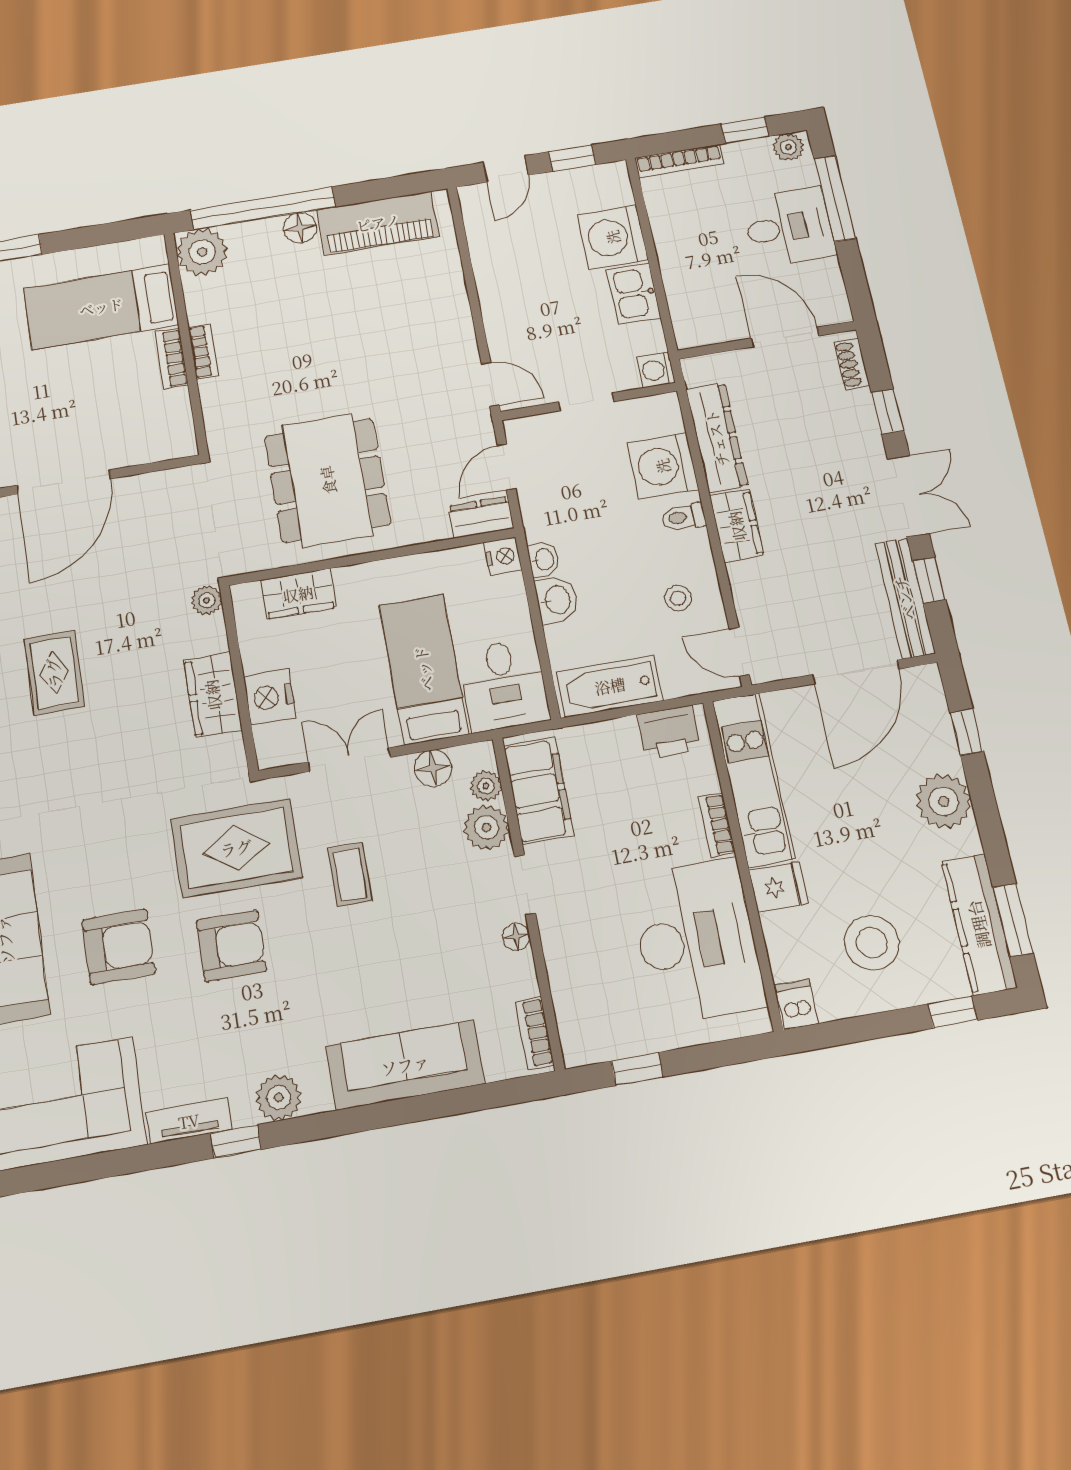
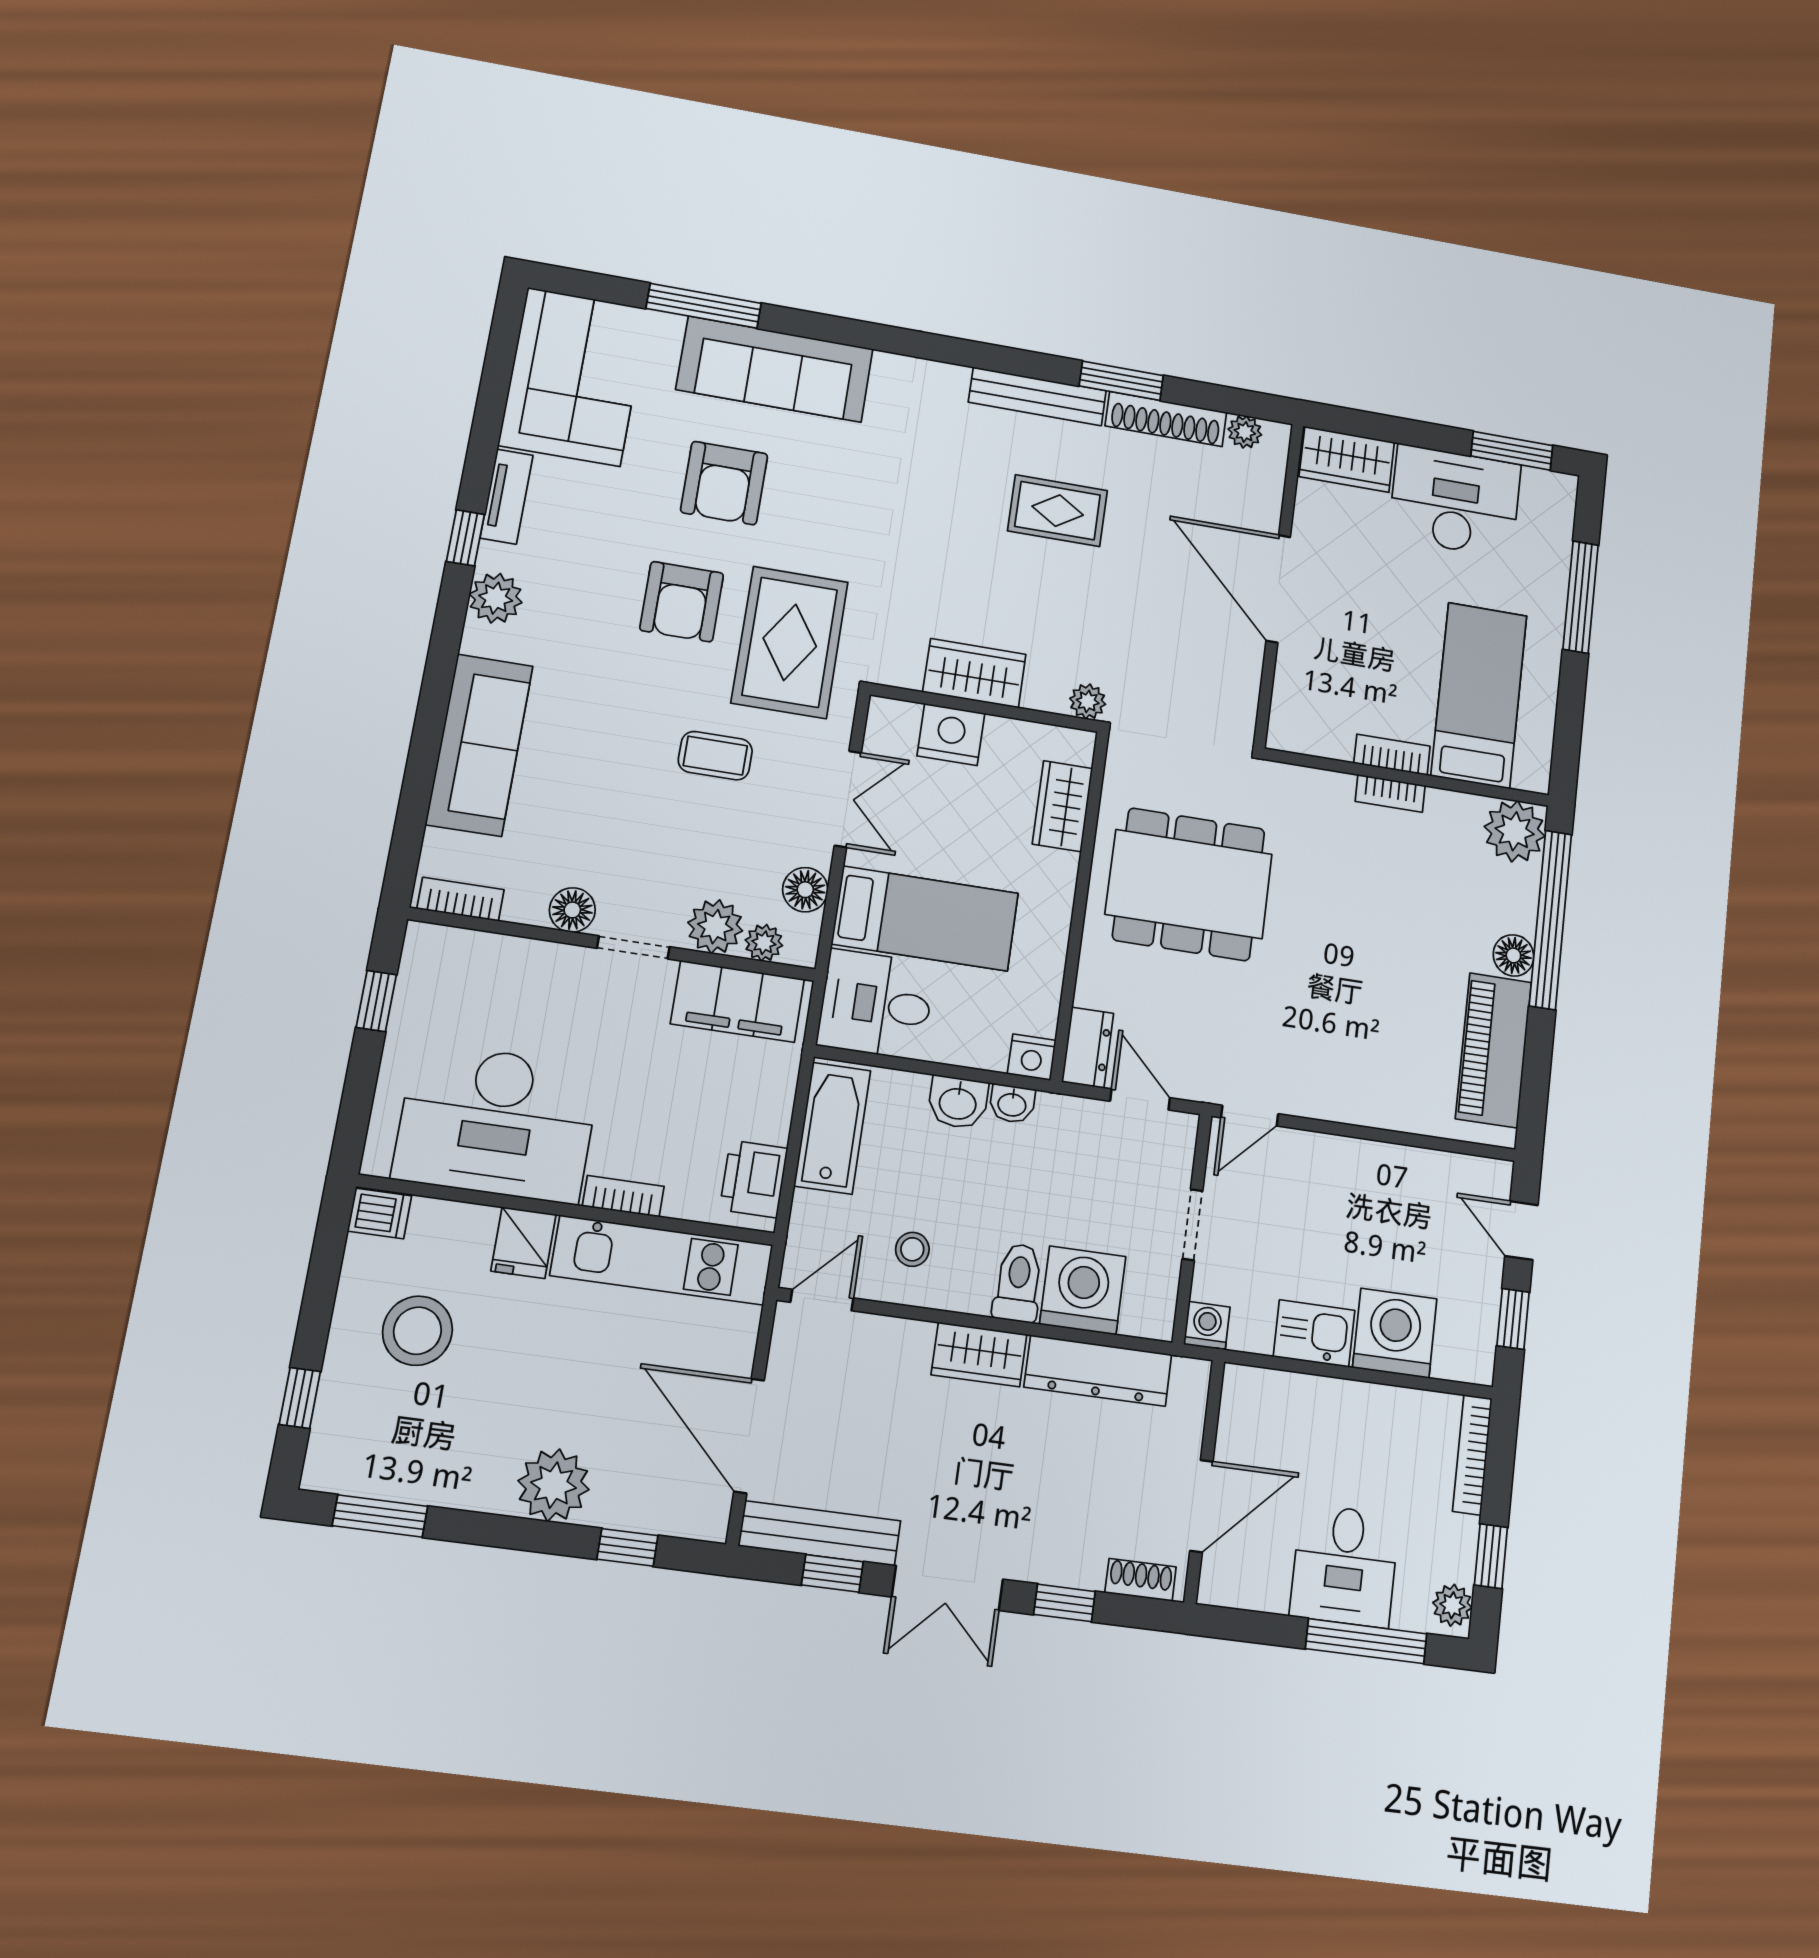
toilet: (683, 517) -> (1018, 1283), width x1.37, depth x1.39
kitchen counter: (979, 924) -> (391, 1472), removed
floor lamp: (516, 937) -> (572, 910), width x1.37, depth x1.37

